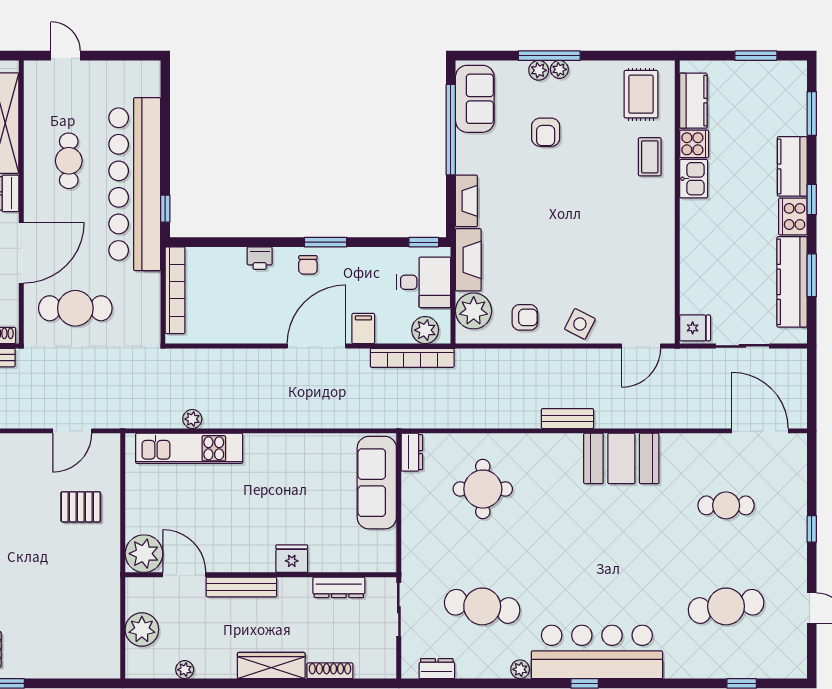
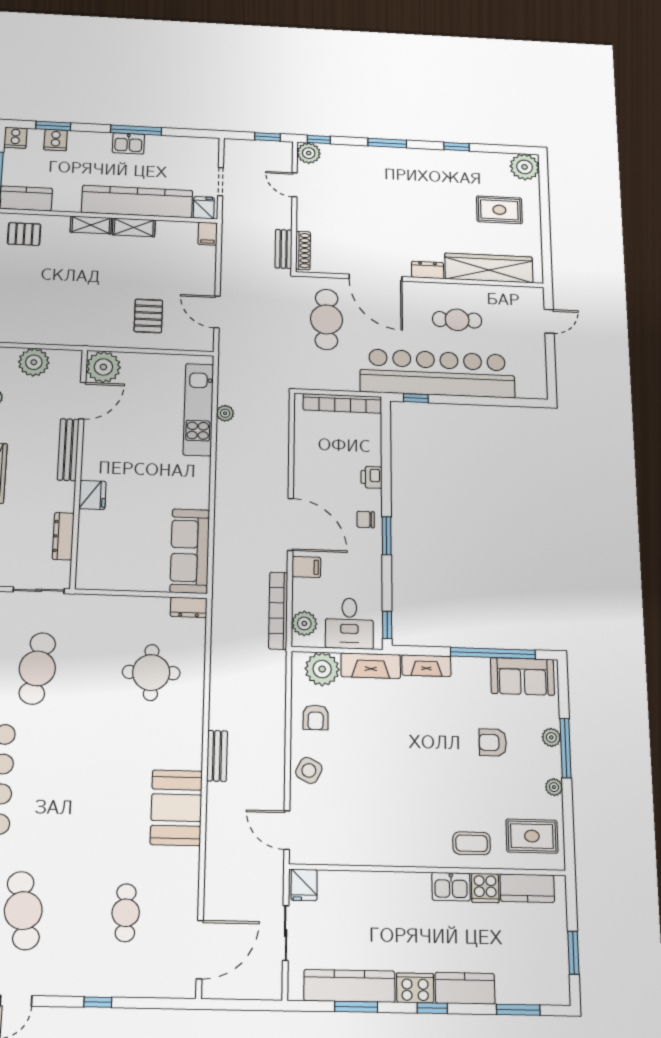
plant: (559, 69) -> (554, 787), moved
sofa: (377, 483) -> (190, 551), moved, turned -90

